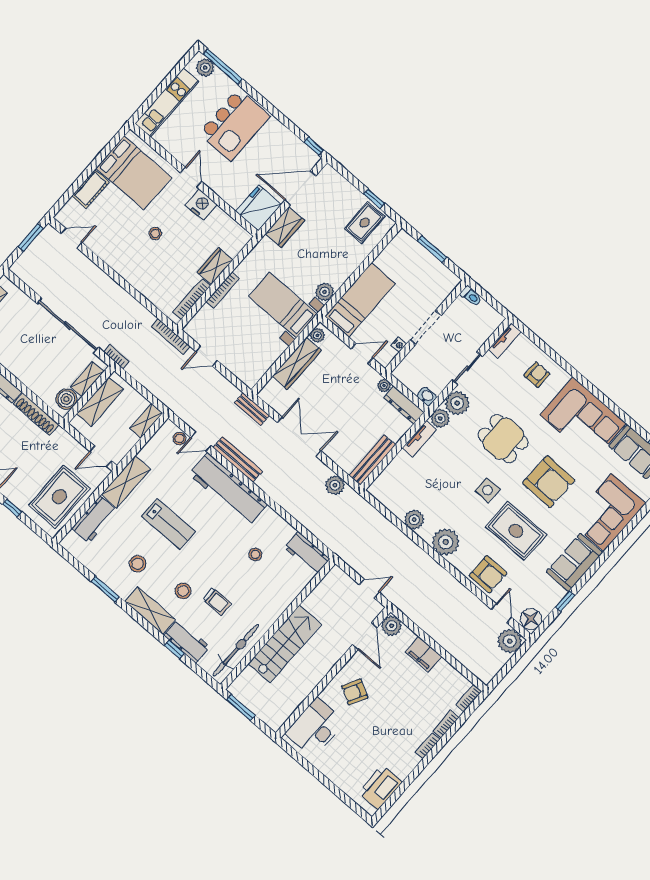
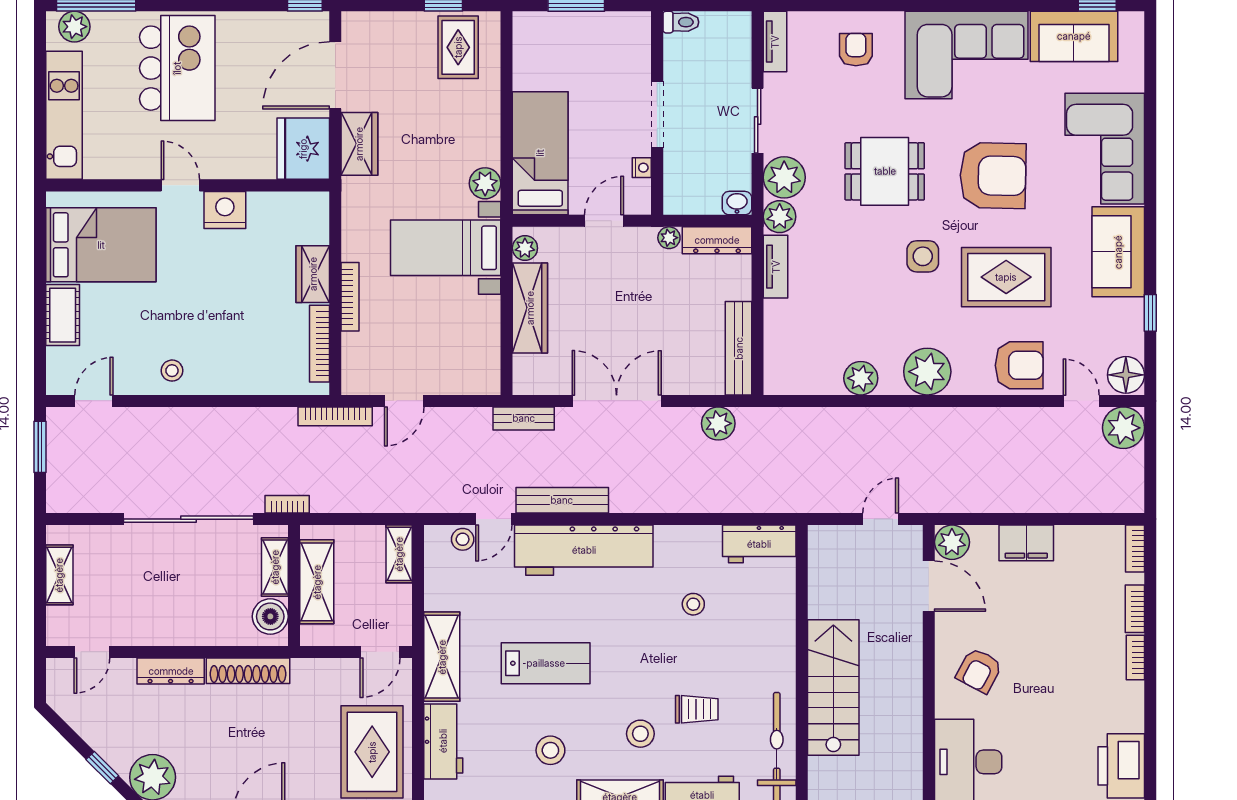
stool: (155, 234) -> (172, 371), moved

